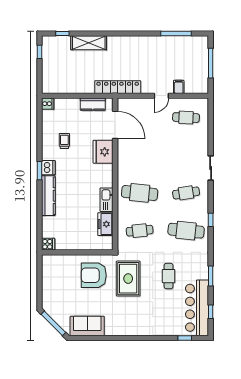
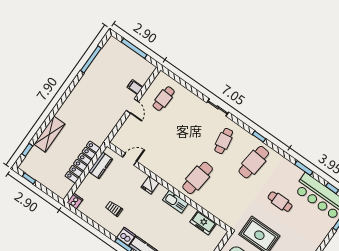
locker: (118, 87) -> (82, 162), moved
door: (115, 125) -> (130, 159), width x0.53
fridge: (103, 152) -> (150, 185), width x0.53, depth x0.75
kitchen sink: (107, 200) -> (175, 202), moved
cafe table: (140, 231) -> (228, 199), removed

